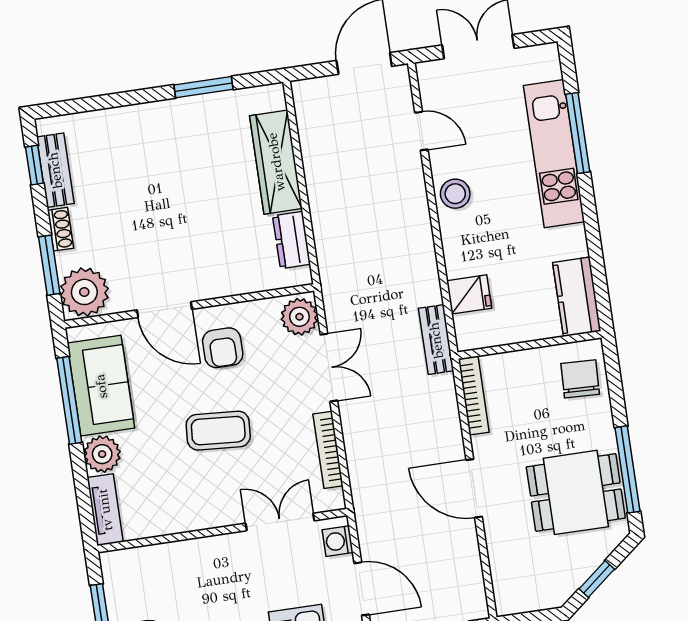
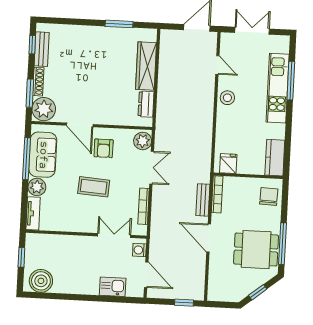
shoe rack: (61, 229) -> (38, 82), width x1.43
fridge: (469, 294) -> (228, 164), moved, turned -90
bench: (436, 340) -> (203, 200), moved

